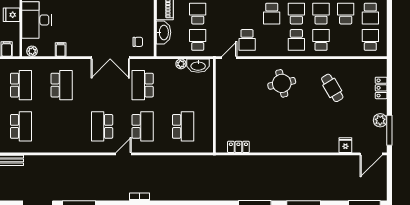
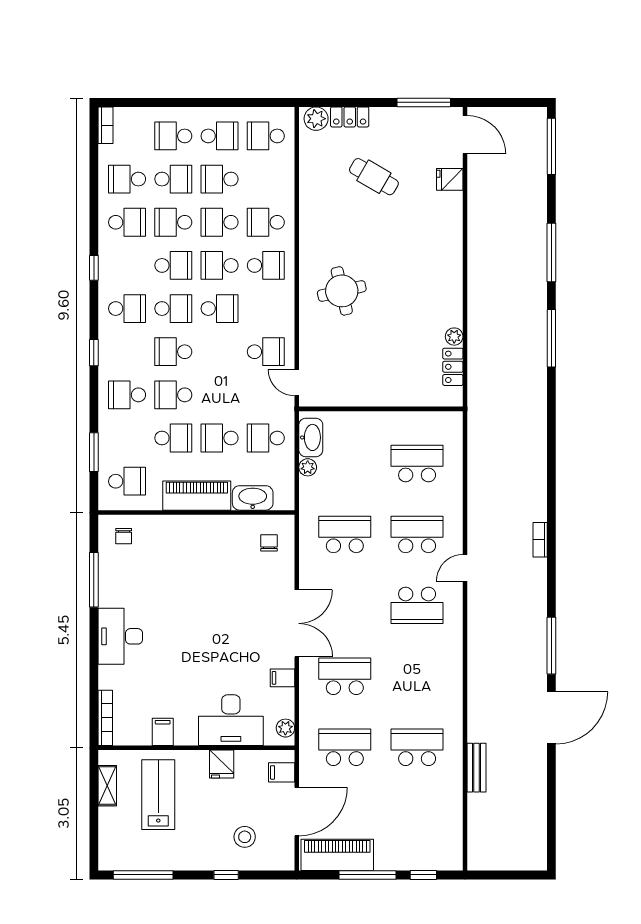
double door: (110, 58) -> (297, 623), moved
school desk: (143, 85) -> (345, 534), turned 180
cafe table: (332, 88) -> (374, 177), moved, turned 61
plant: (380, 120) -> (316, 119), moved
plant: (256, 148) -> (454, 337), added
door: (124, 154) -> (465, 568), hinge flipped

